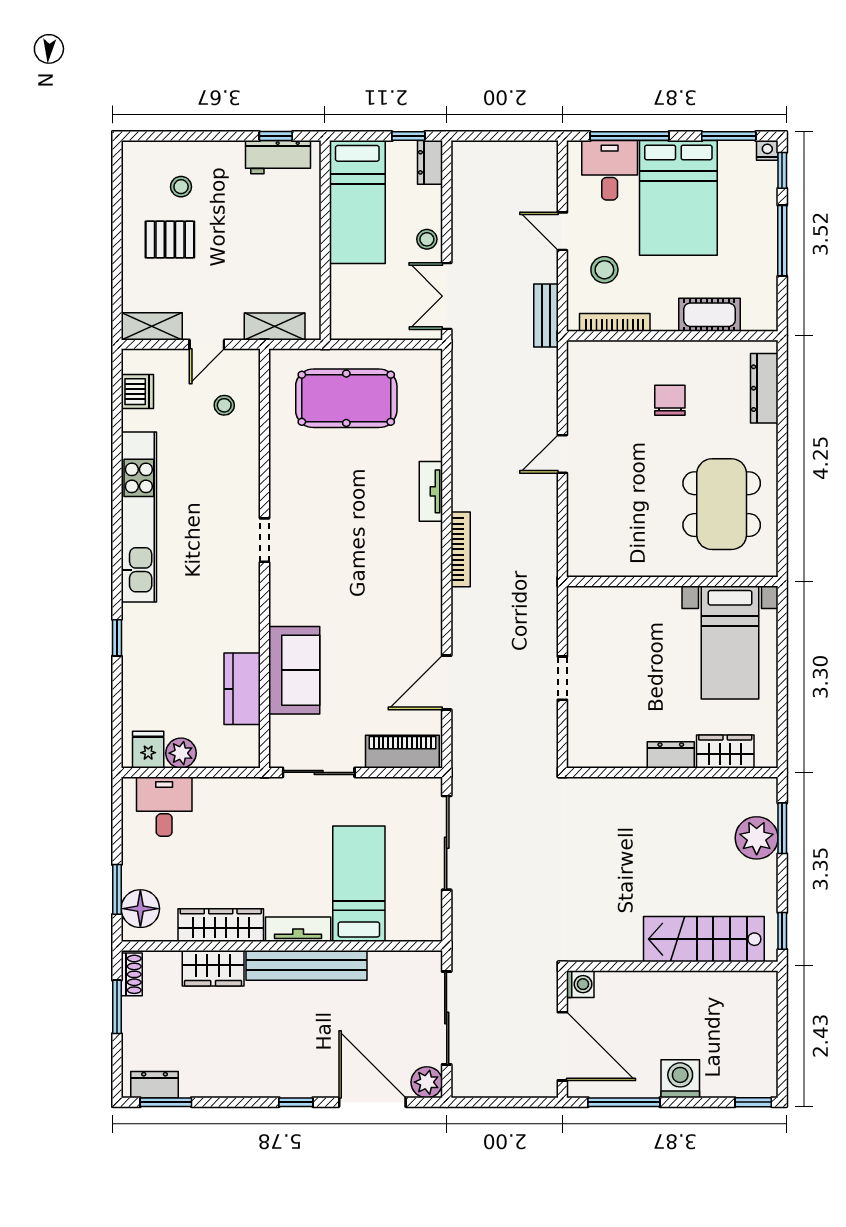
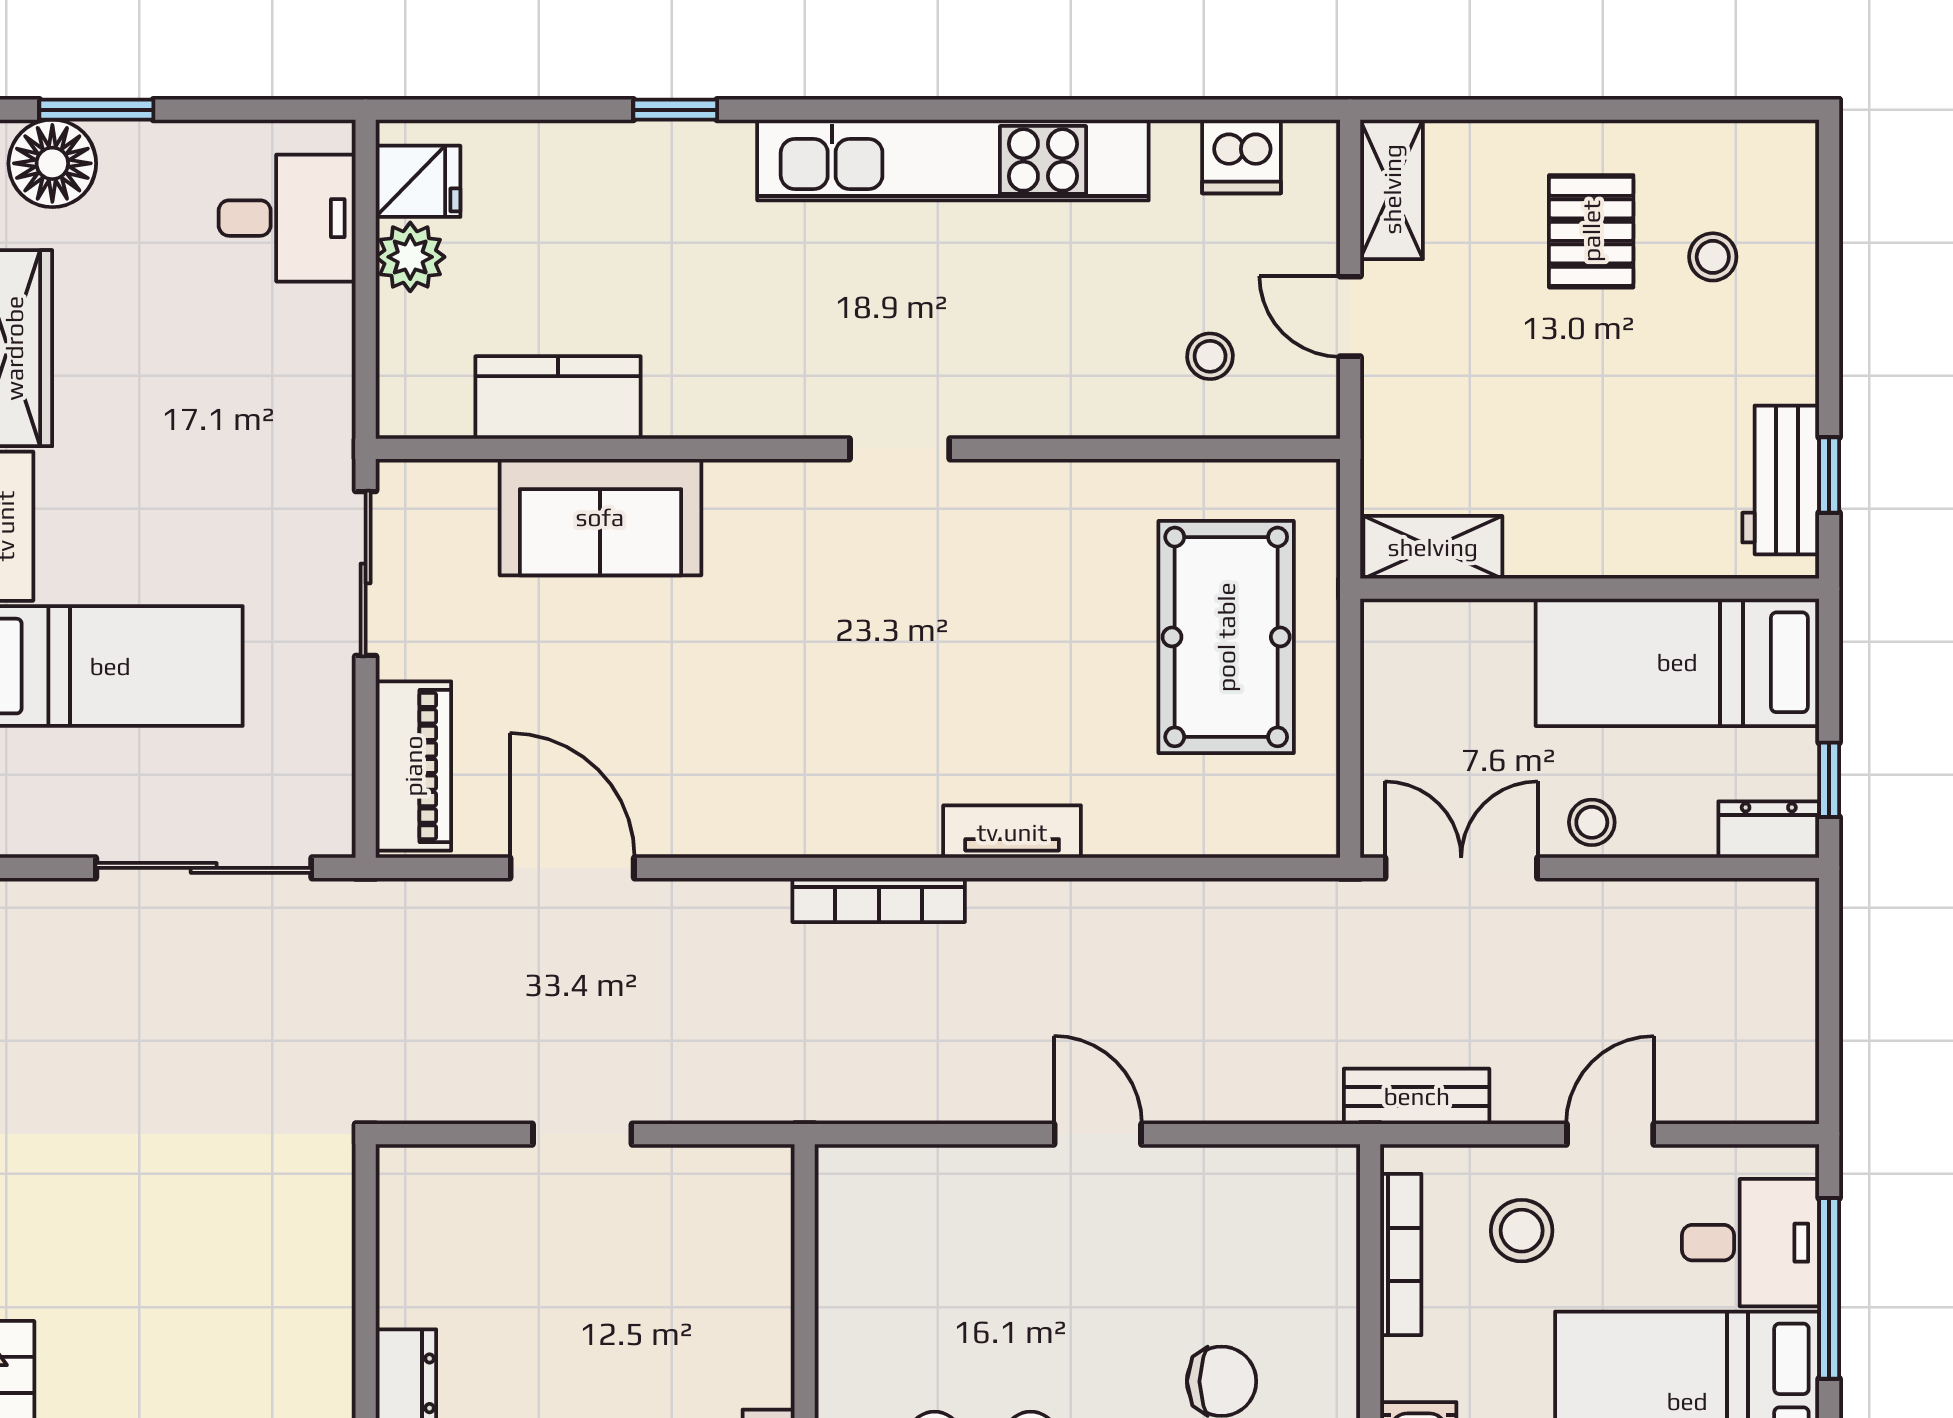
shelving: (275, 326) -> (1433, 547), moved, turned 90

